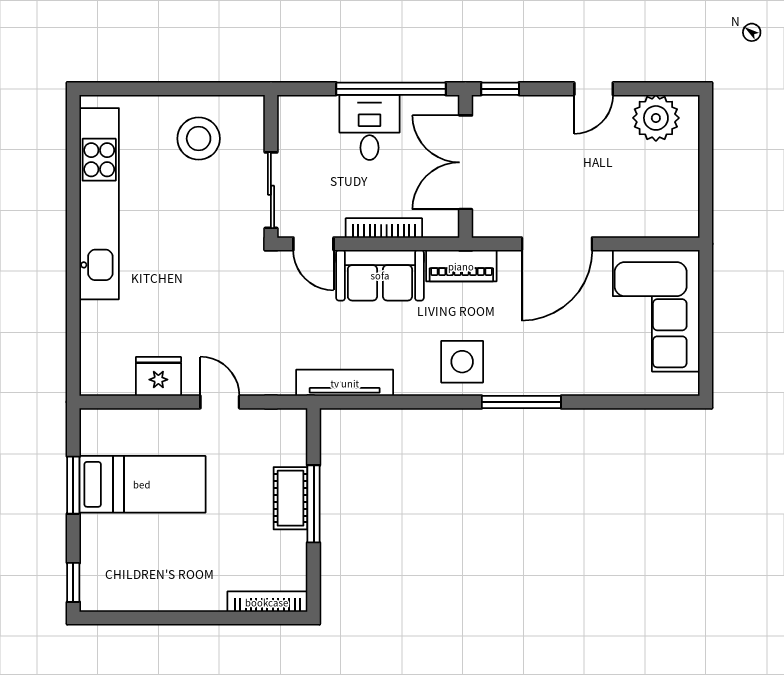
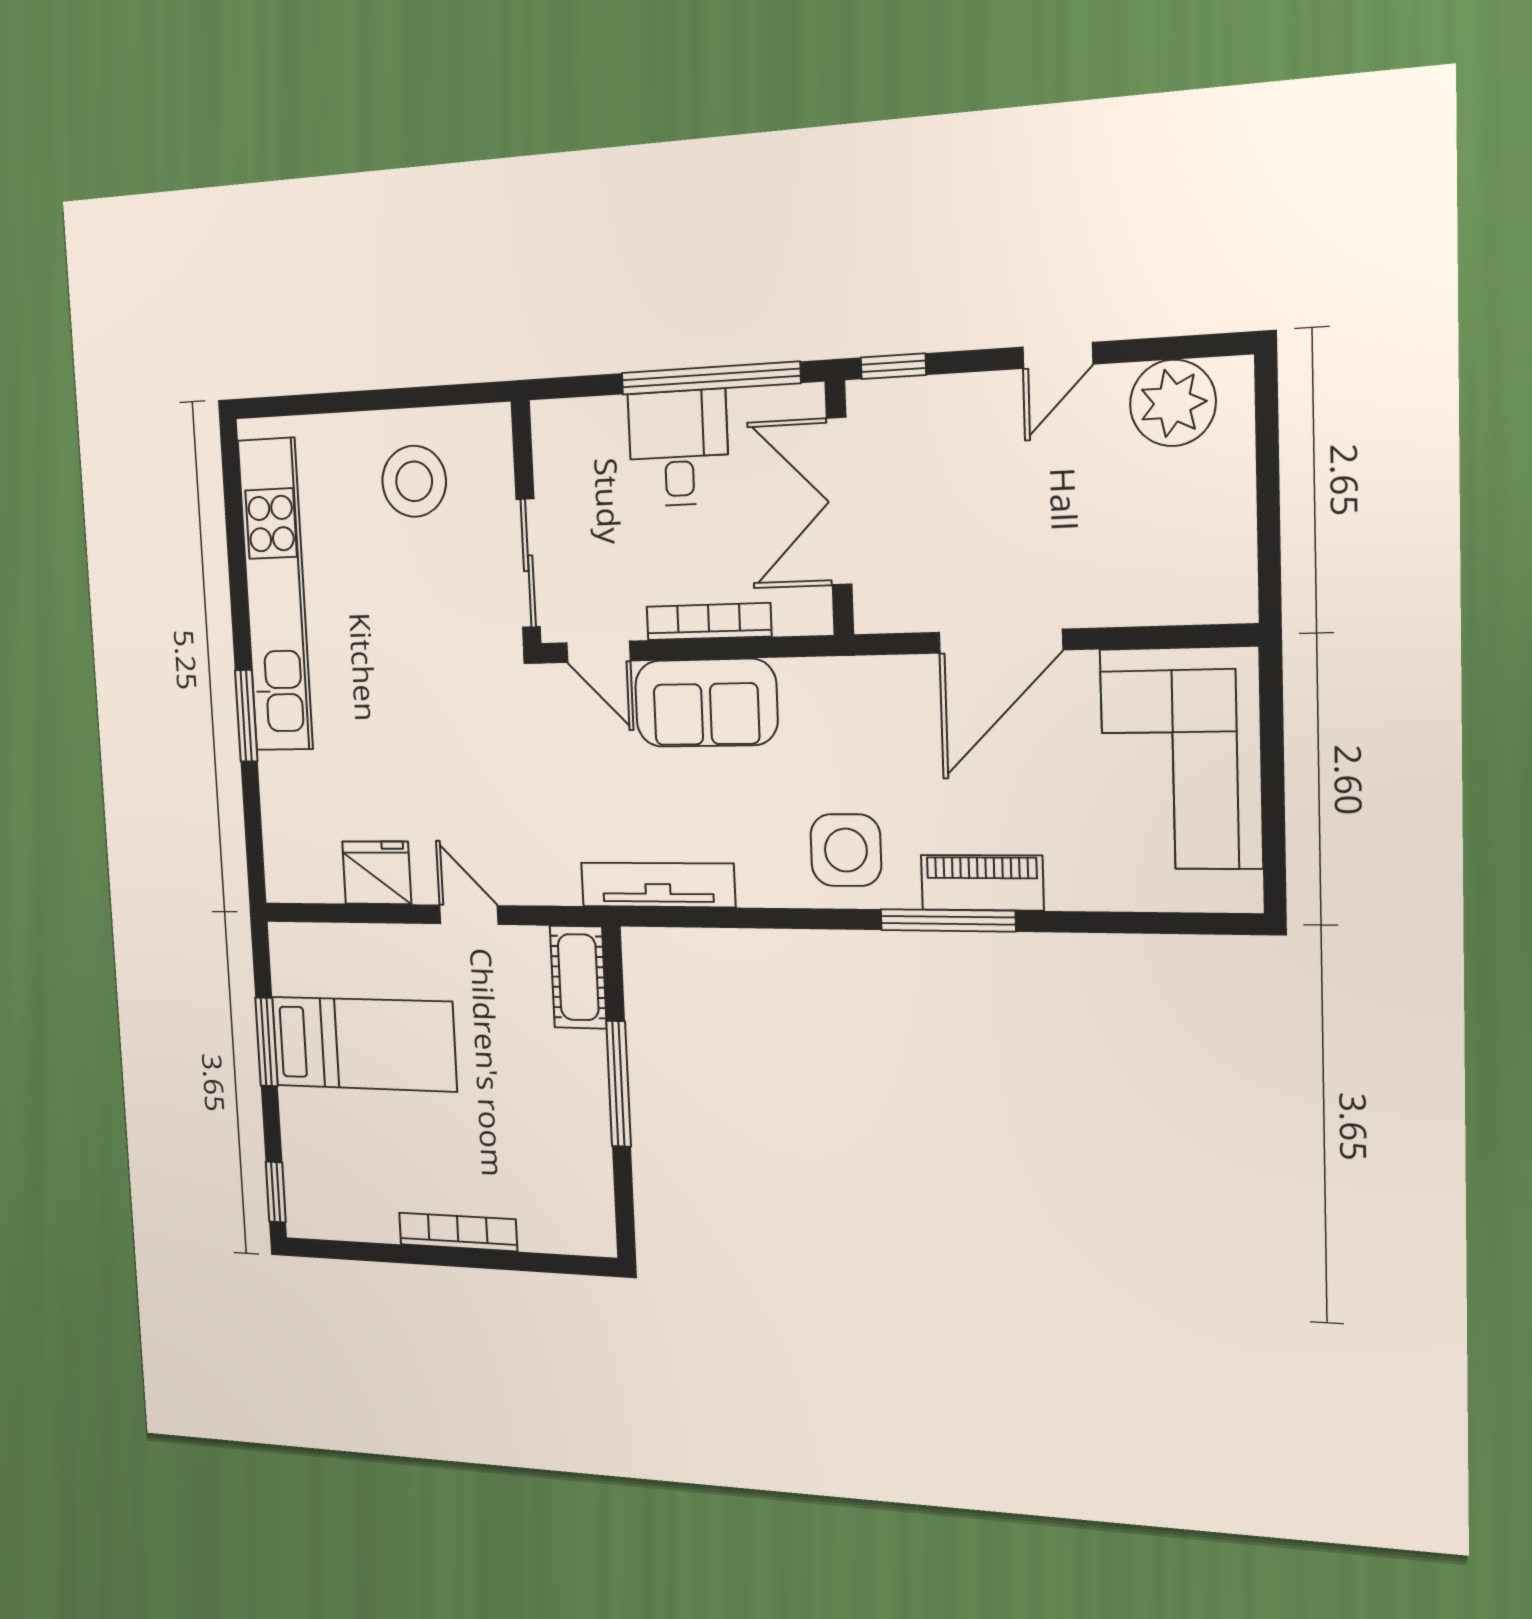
piano: (461, 266) -> (982, 883), moved, turned 180
window: (73, 278) -> (246, 716), added
cot: (290, 498) -> (578, 977), moved
bookcase: (267, 602) -> (458, 1232), moved

